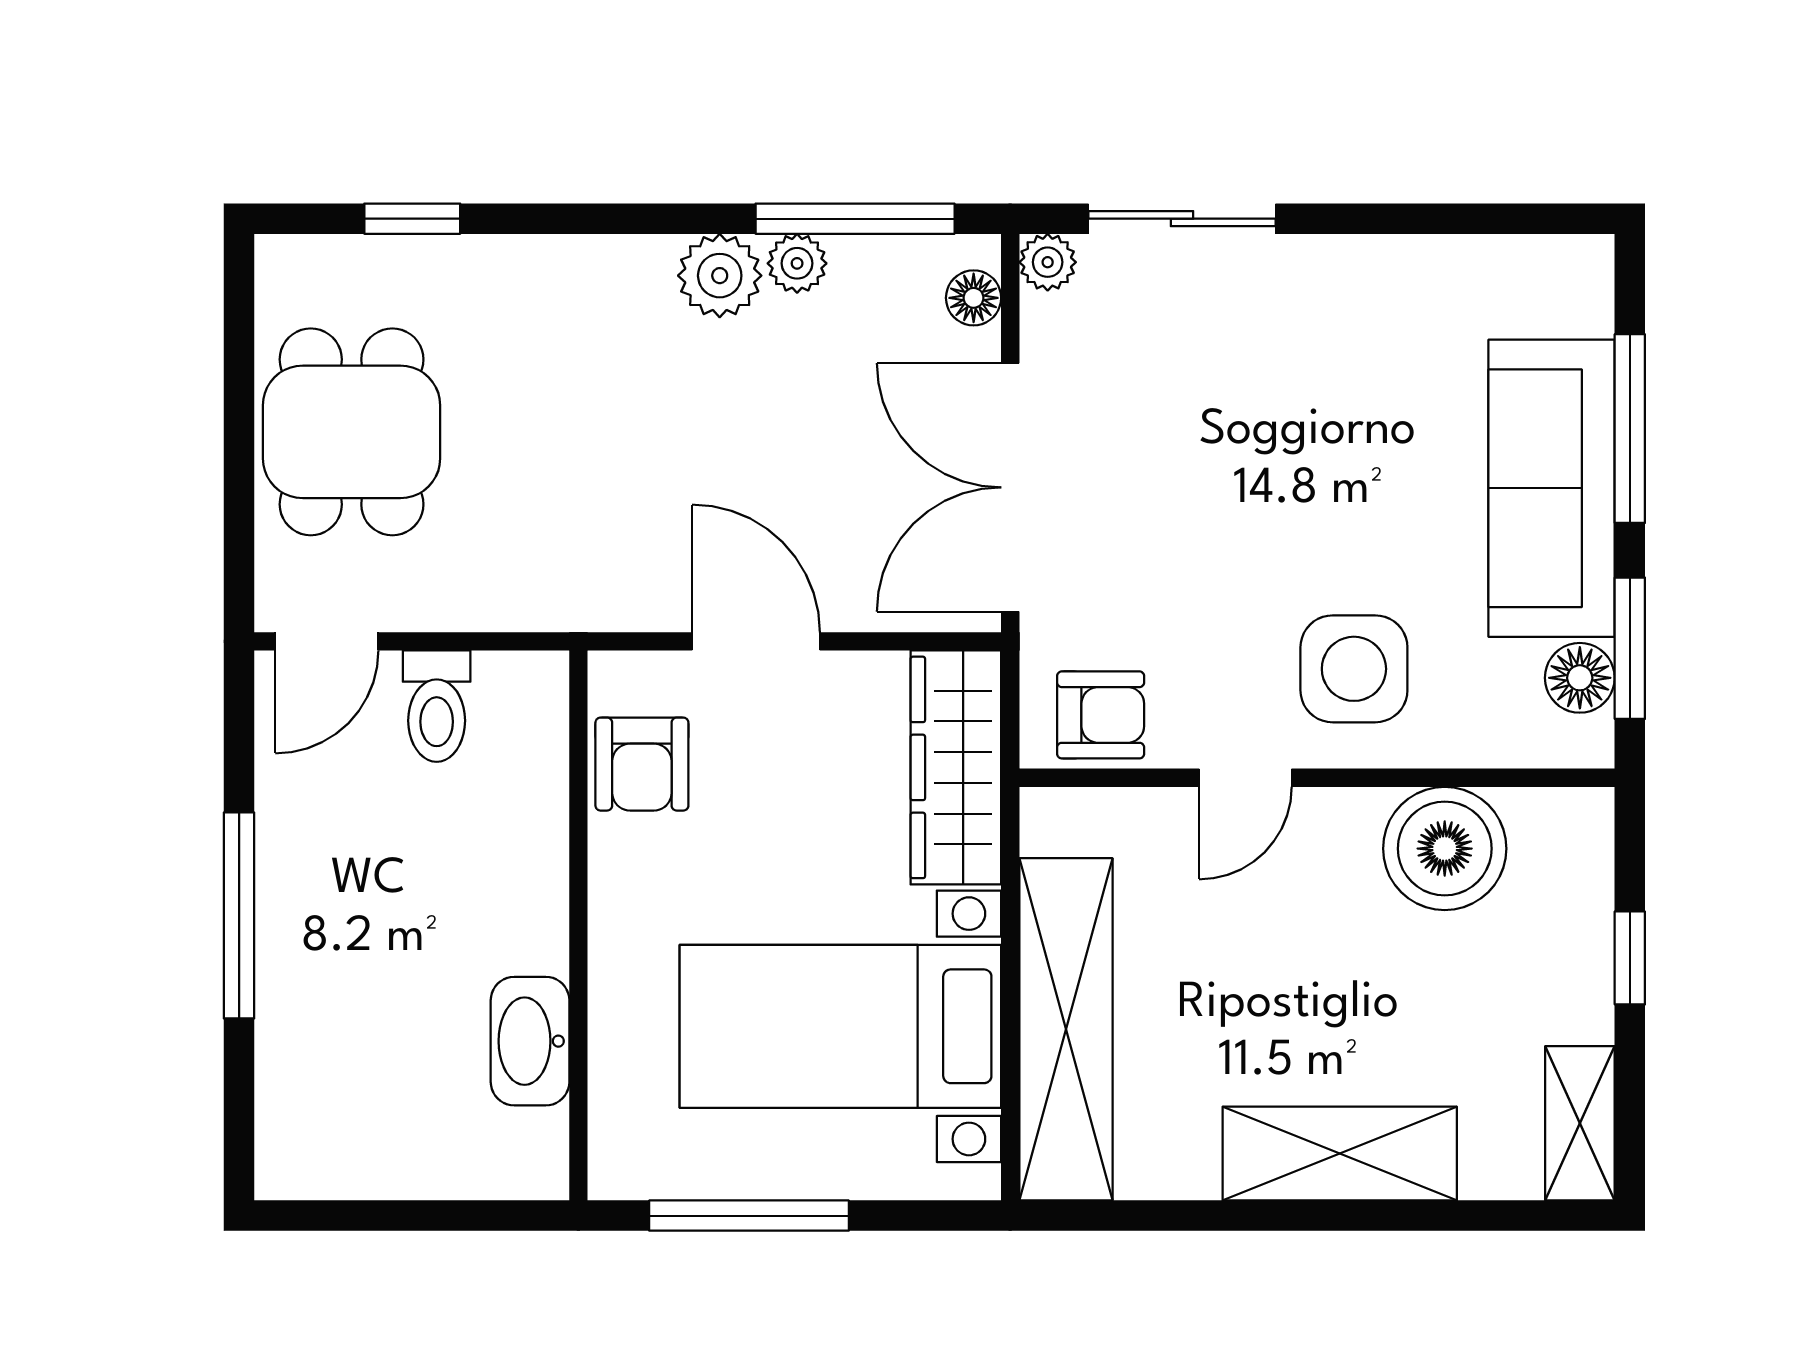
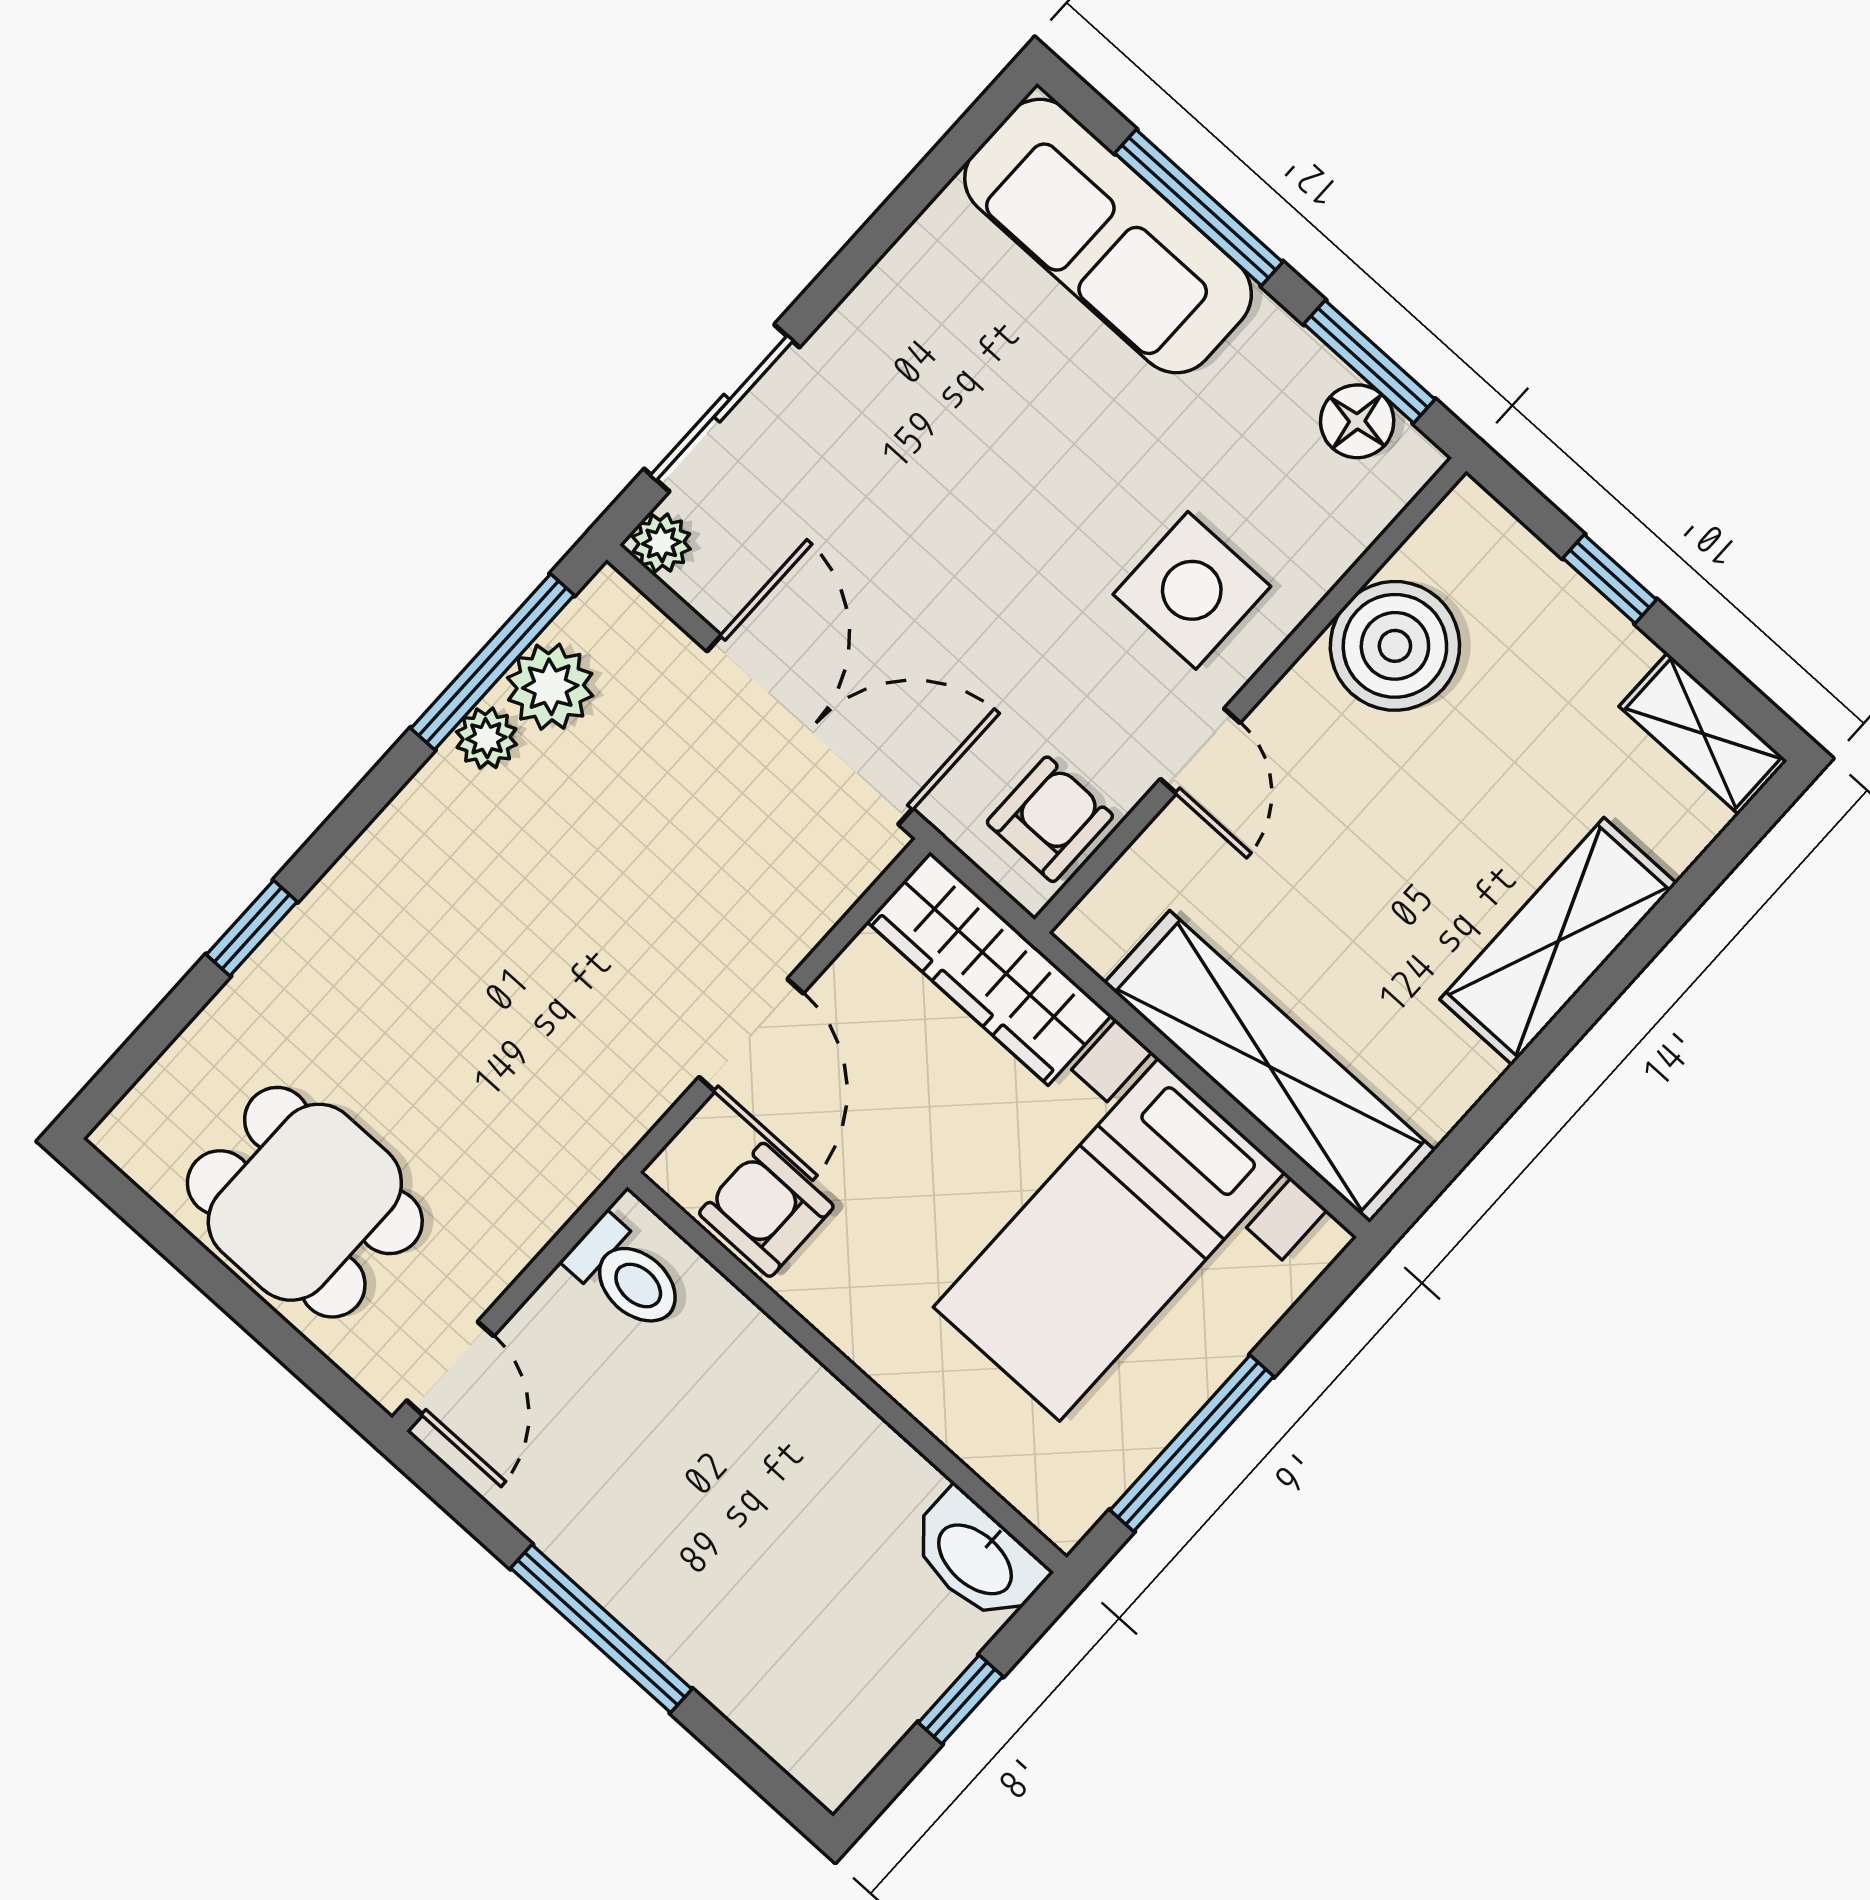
window: (412, 219) -> (252, 928), moved
plant: (720, 276) -> (550, 687), moved
floor lamp: (974, 298) -> (637, 625), removed
double door: (1010, 487) -> (810, 730), swing flipped
sofa: (1552, 488) -> (1108, 236), moved
door: (756, 641) -> (751, 1035), swing flipped
toilet: (437, 706) -> (626, 1275), moved
armchair: (642, 764) -> (766, 1210), turned 180
washbasin: (530, 1041) -> (977, 1558), moved
window: (419, 1216) -> (961, 1699), added

